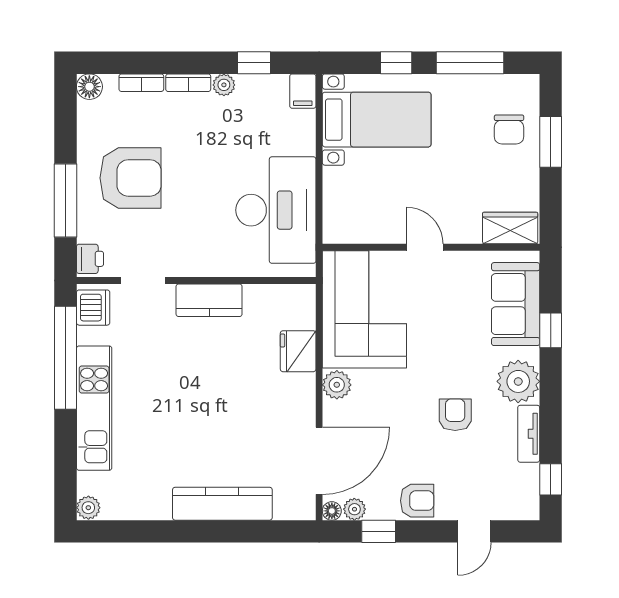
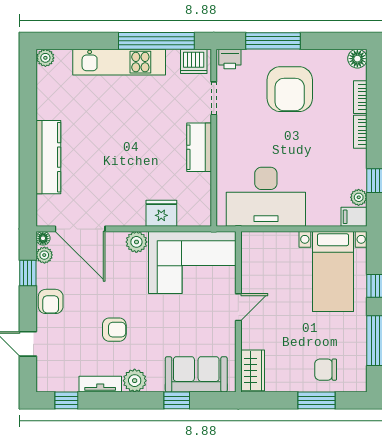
plant: (224, 85) -> (359, 197), moved
plant: (518, 381) -> (135, 381), width x0.73, depth x0.73

